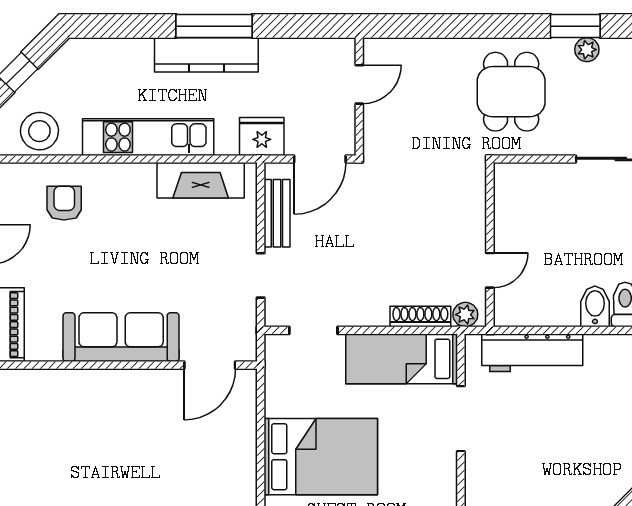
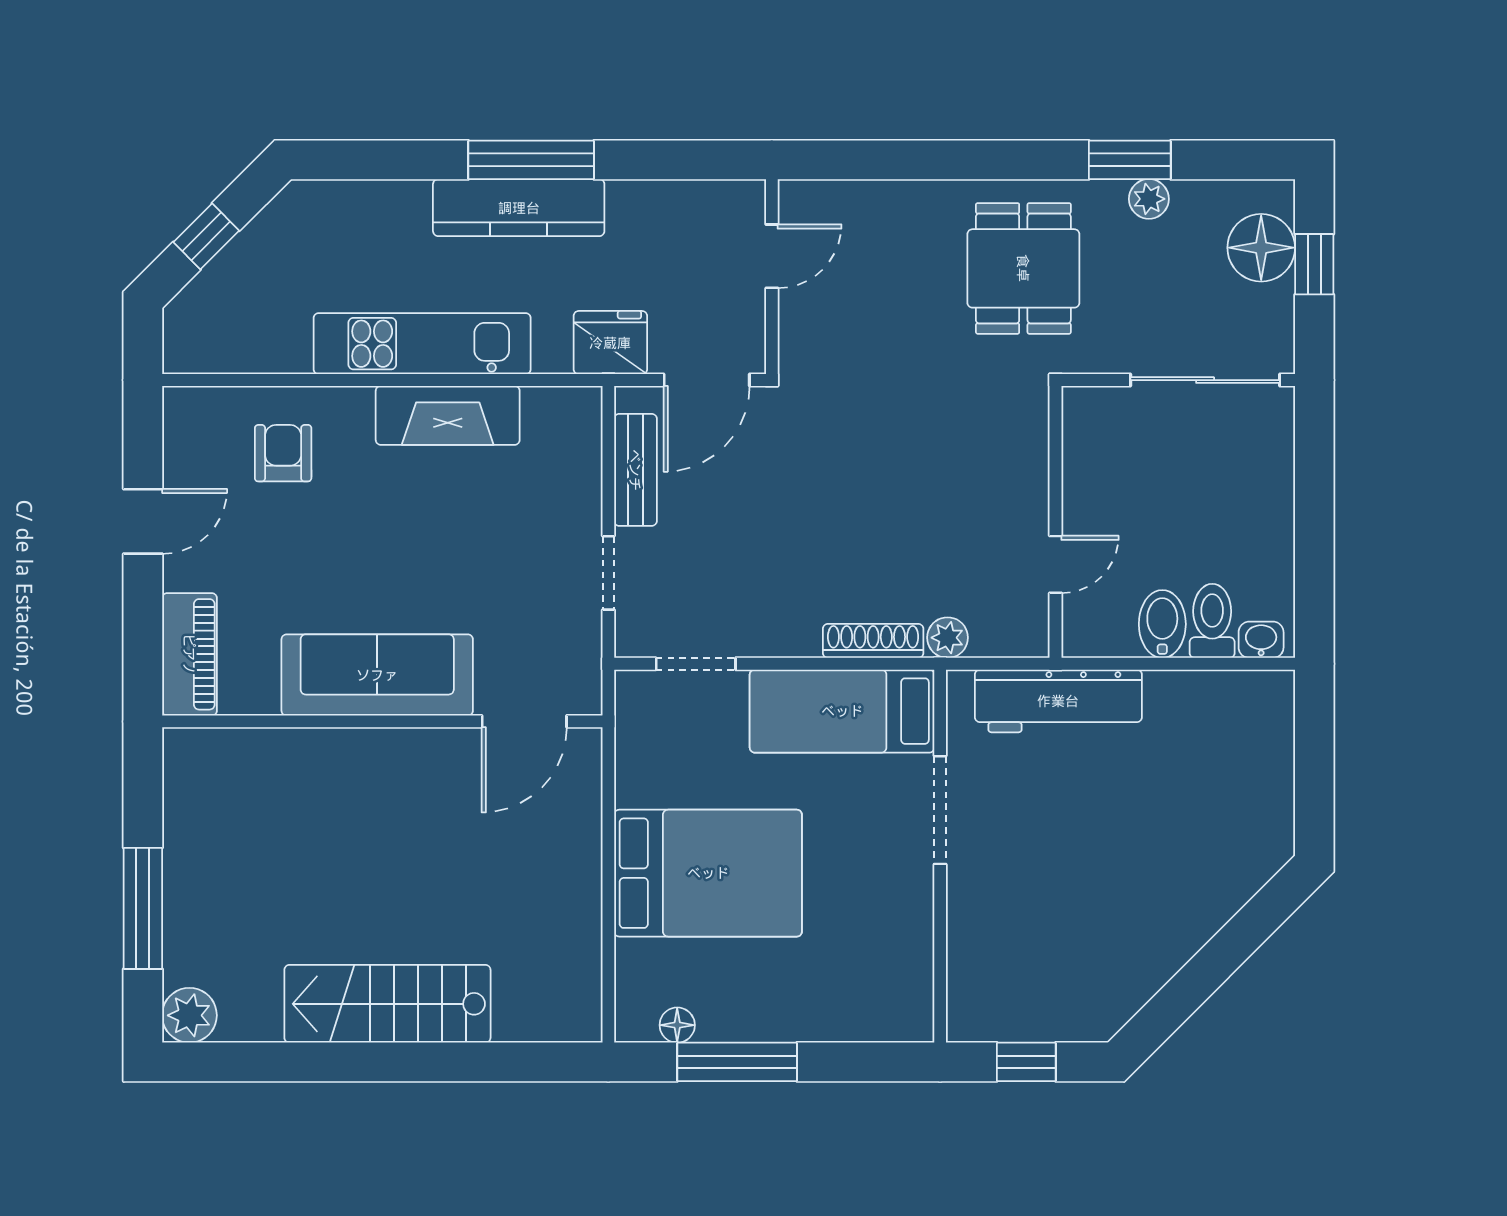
stool: (39, 131) -> (242, 334), removed
fireplace: (201, 180) -> (448, 415), moved
wall: (490, 245) -> (1056, 522), moved
door: (490, 270) -> (1056, 564), moved

